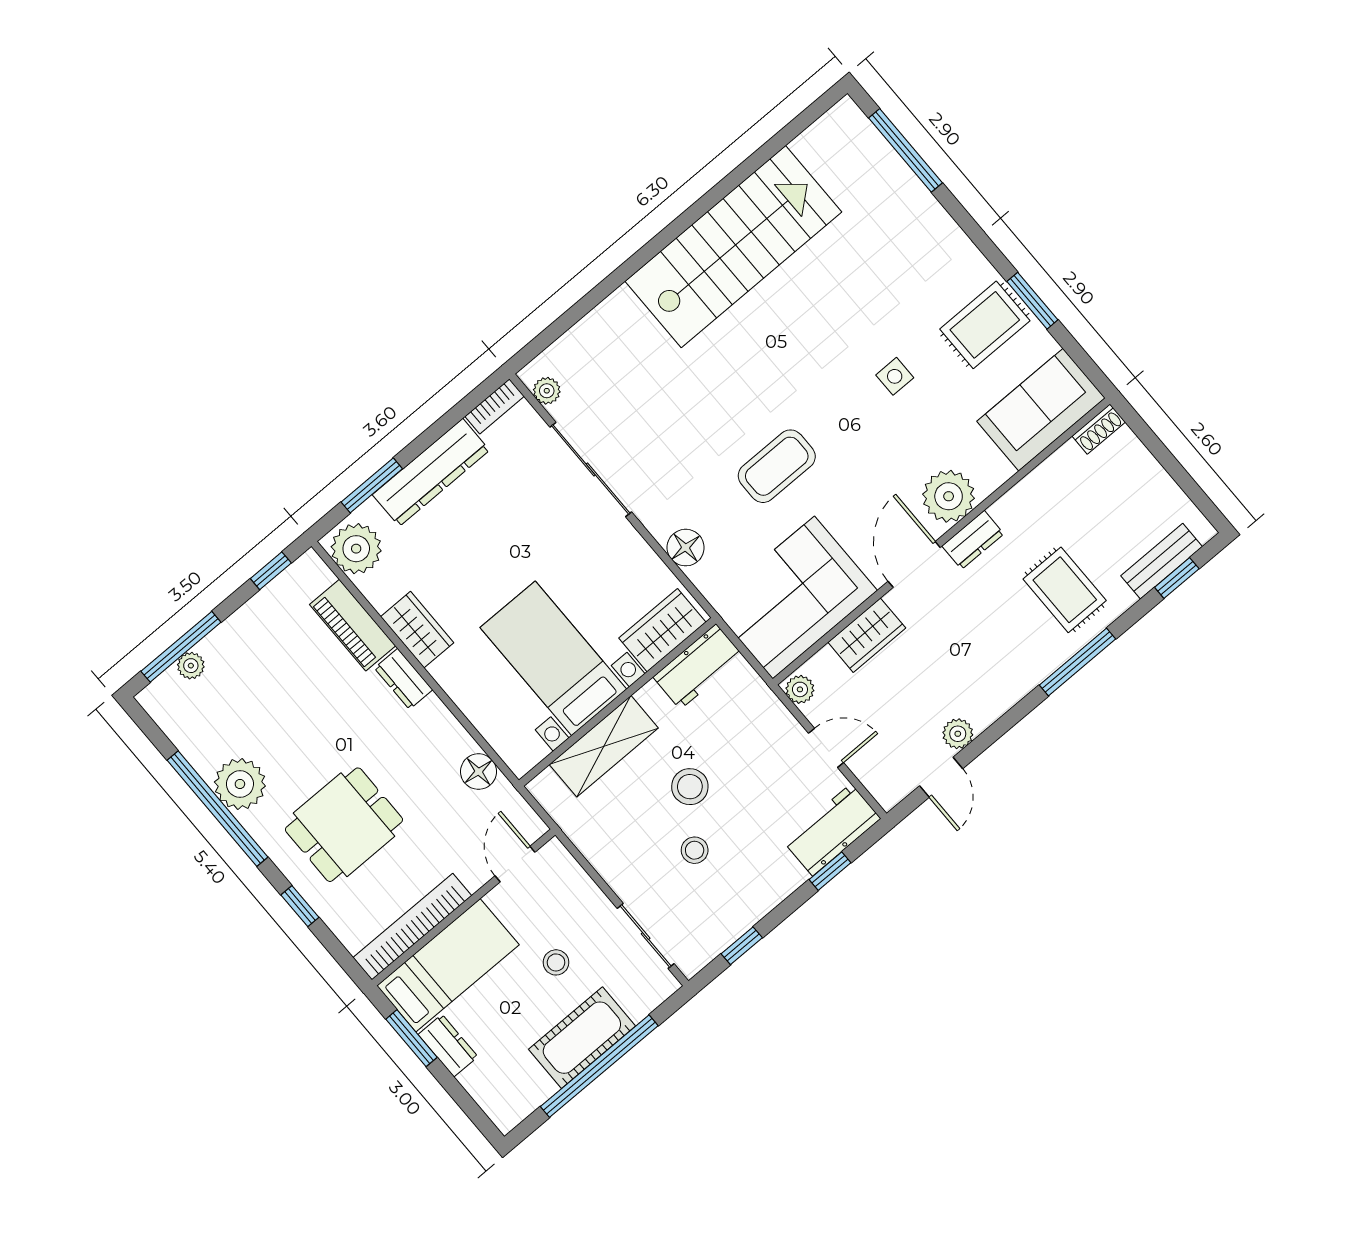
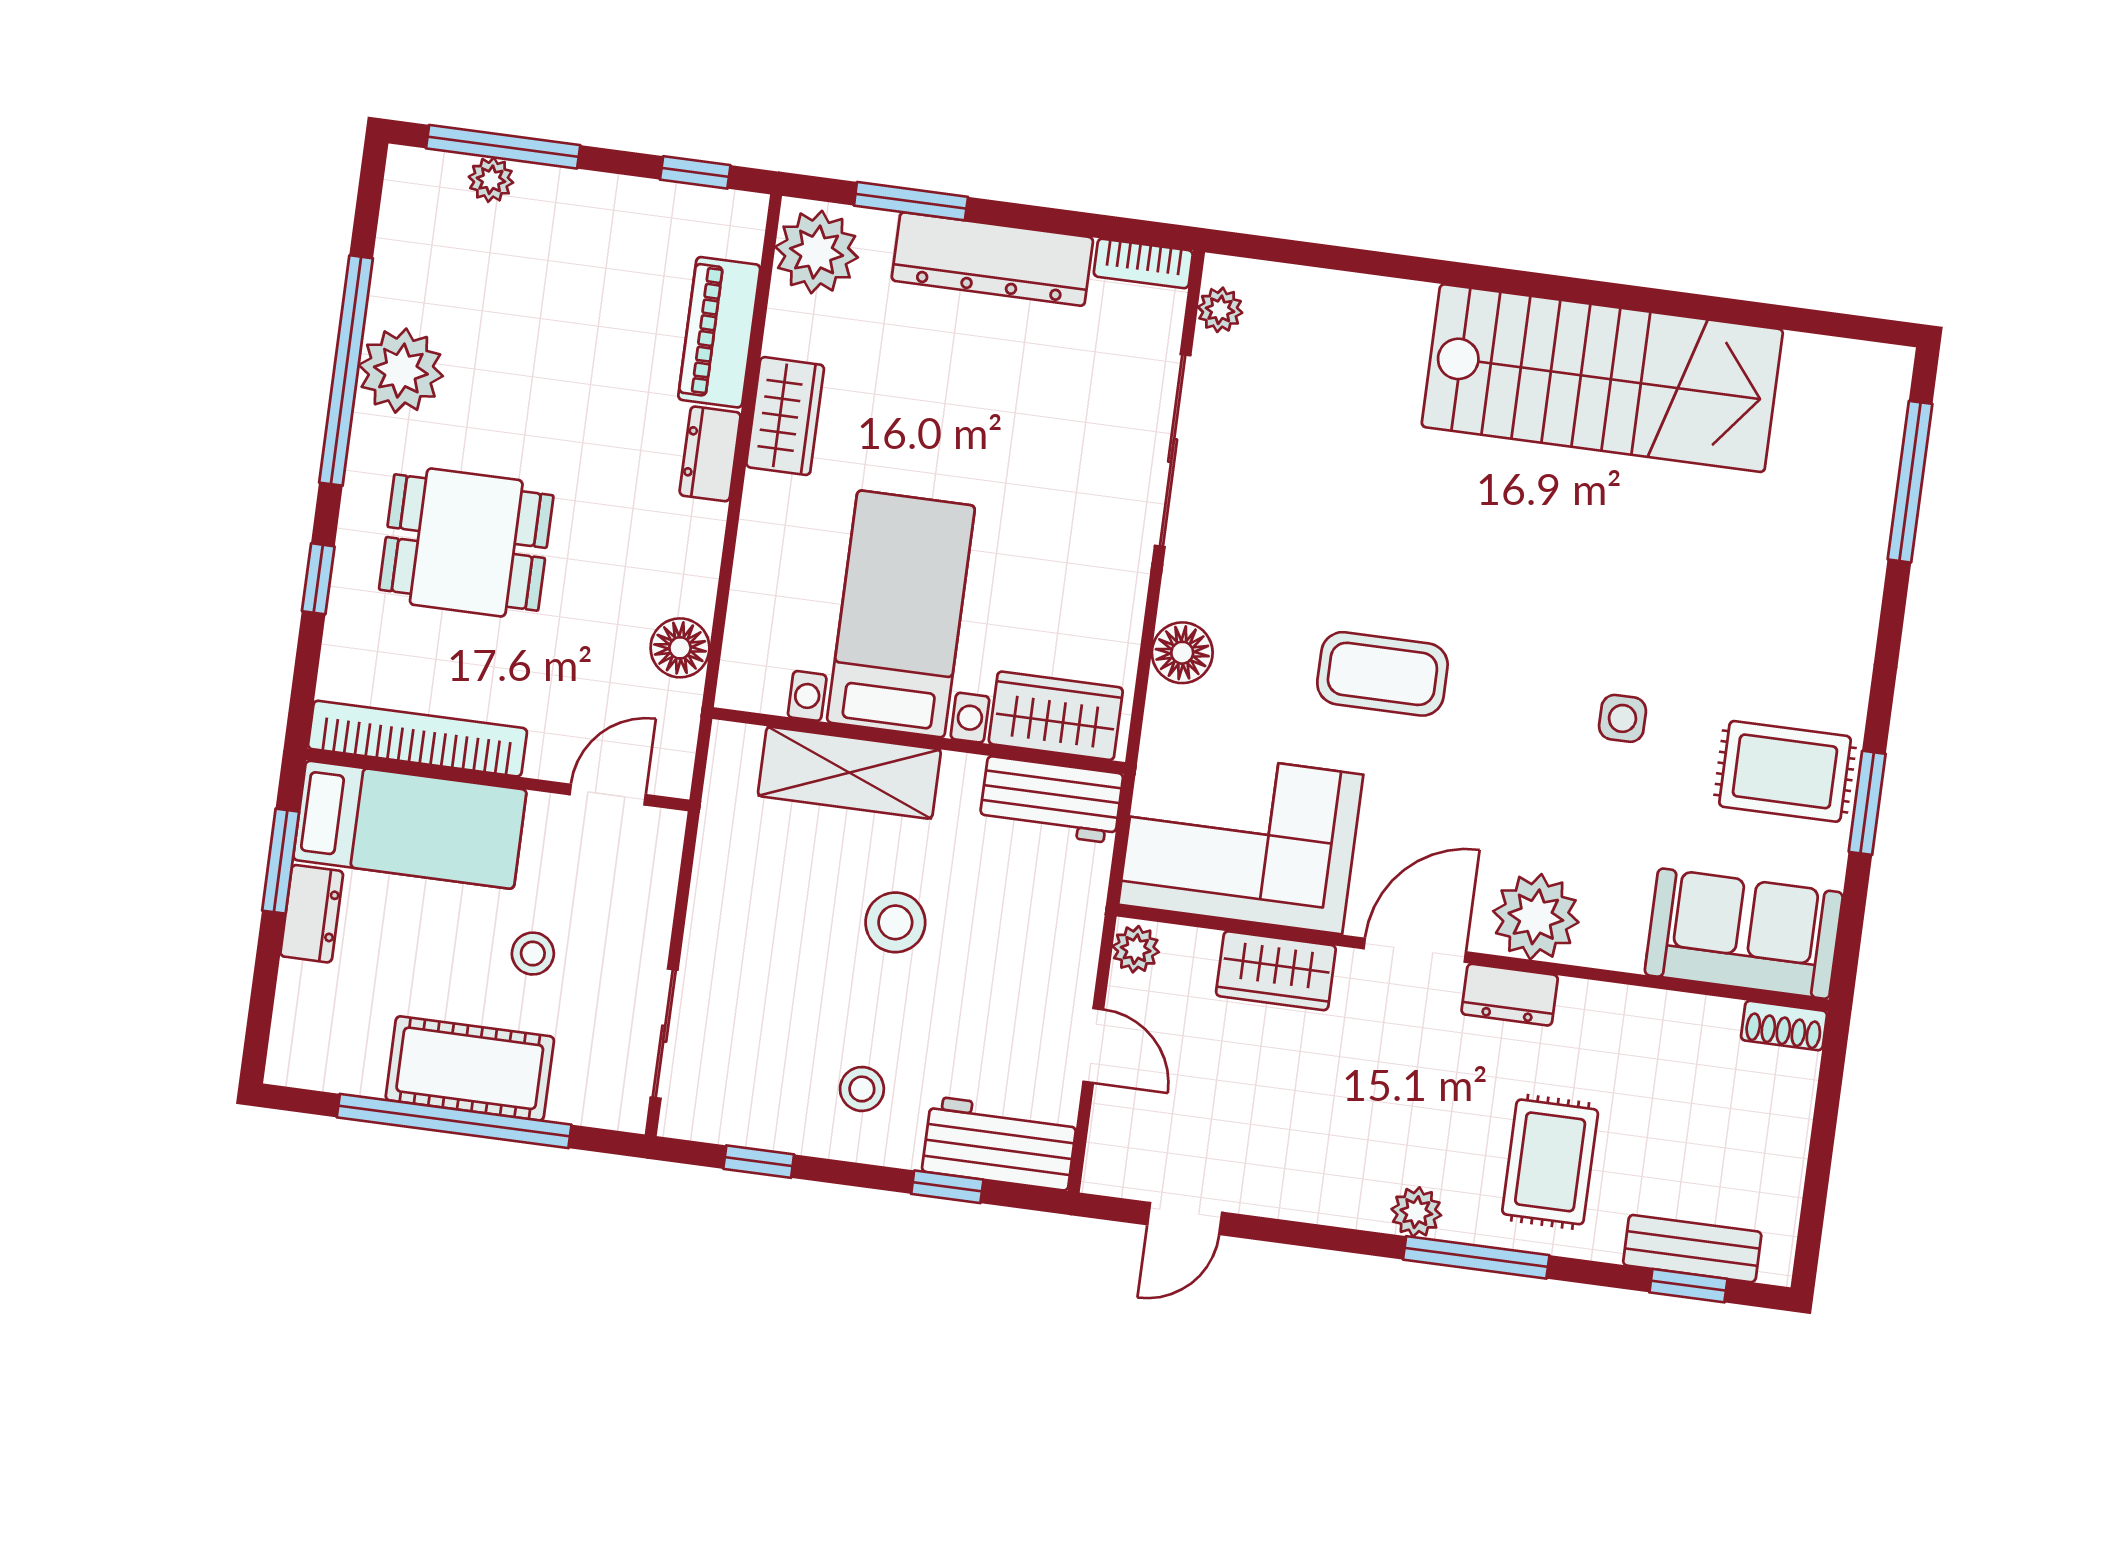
plant: (958, 734) -> (1416, 1212), moved
stool: (695, 850) -> (862, 1089), moved

